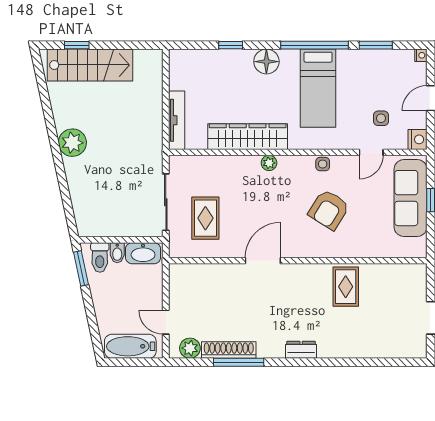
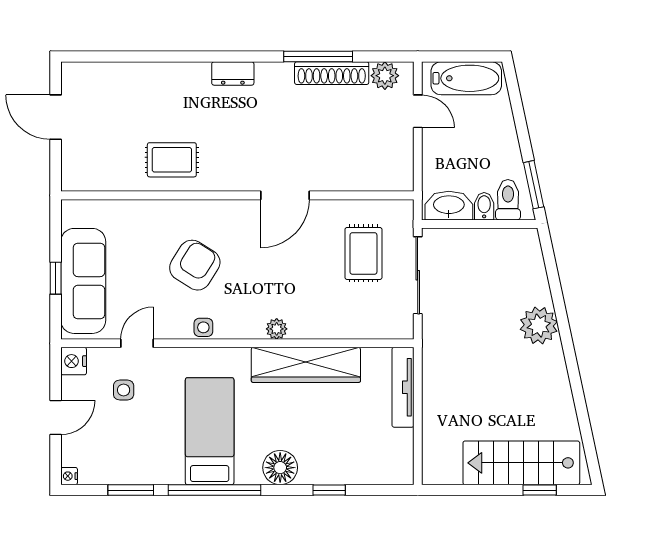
plant: (72, 143) -> (539, 325), moved
rug: (346, 287) -> (172, 160), turned 90

